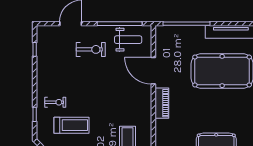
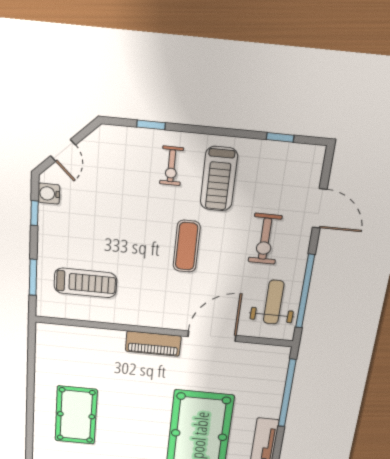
weight bench: (128, 40) -> (274, 302), turned 180
exercise mat: (100, 90) -> (187, 246), added
treadmill: (71, 125) -> (219, 179), moved

